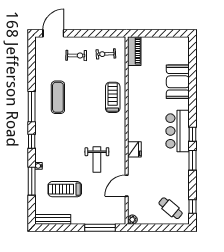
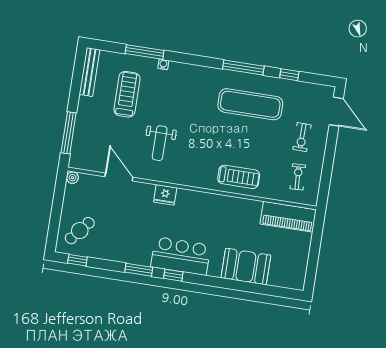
piano: (134, 51) -> (288, 217), width x1.37, depth x1.33
exercise mat: (58, 97) -> (250, 104), width x1.36, depth x1.45
window: (32, 141) -> (289, 75), moved
weight bench: (97, 159) -> (160, 143), turned -90

